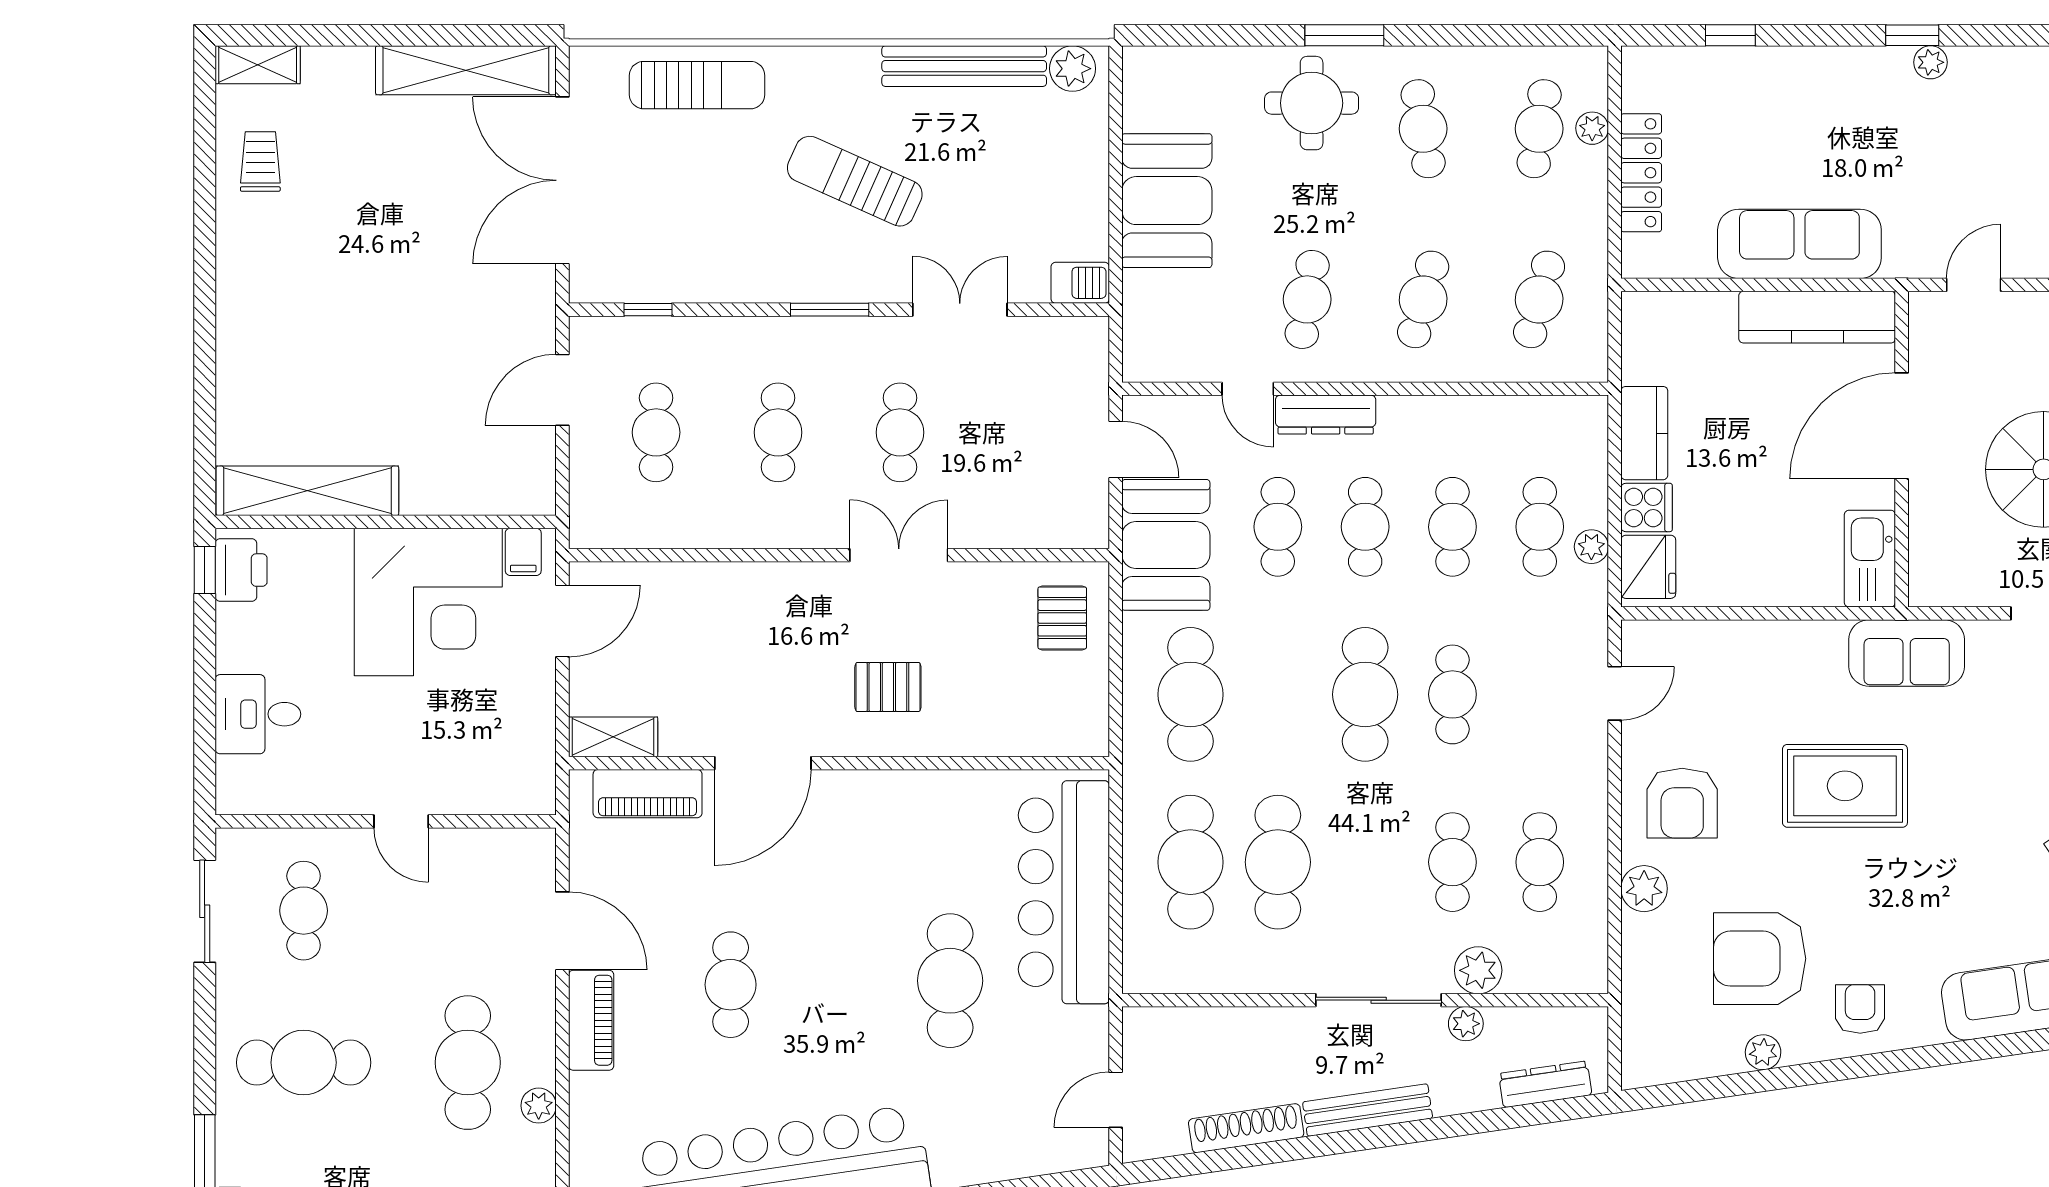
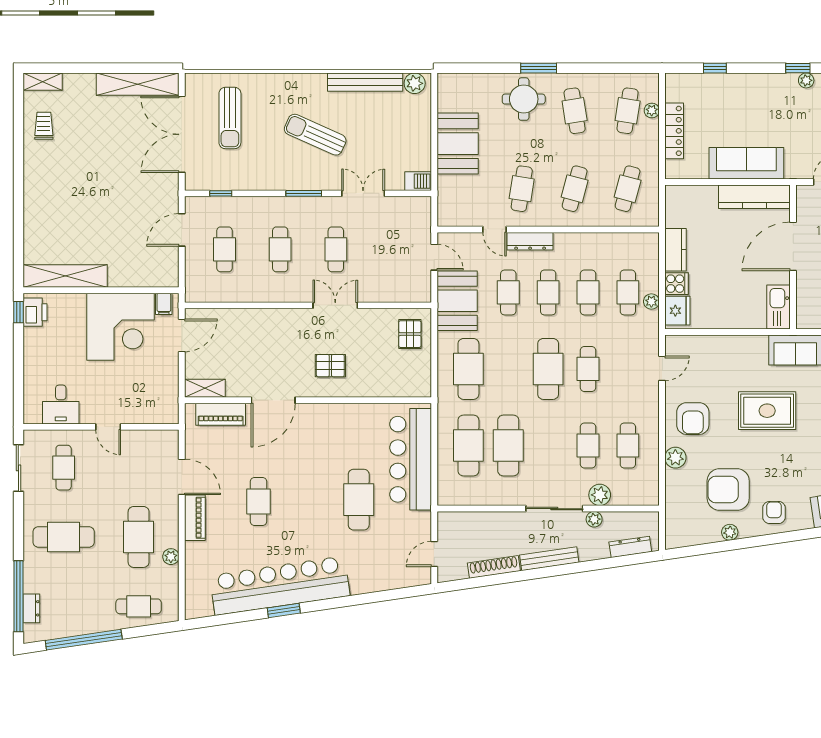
sun lounger: (697, 85) -> (230, 118), moved, turned 90
desk: (258, 714) -> (61, 405), moved, turned -90

